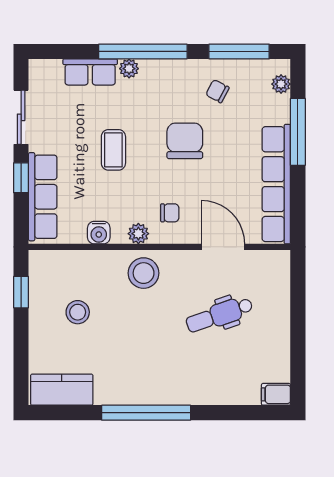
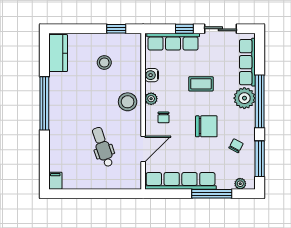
plant: (129, 69) -> (244, 98), width x1.88, depth x1.88
row of seats: (90, 72) -> (247, 62), width x1.48

